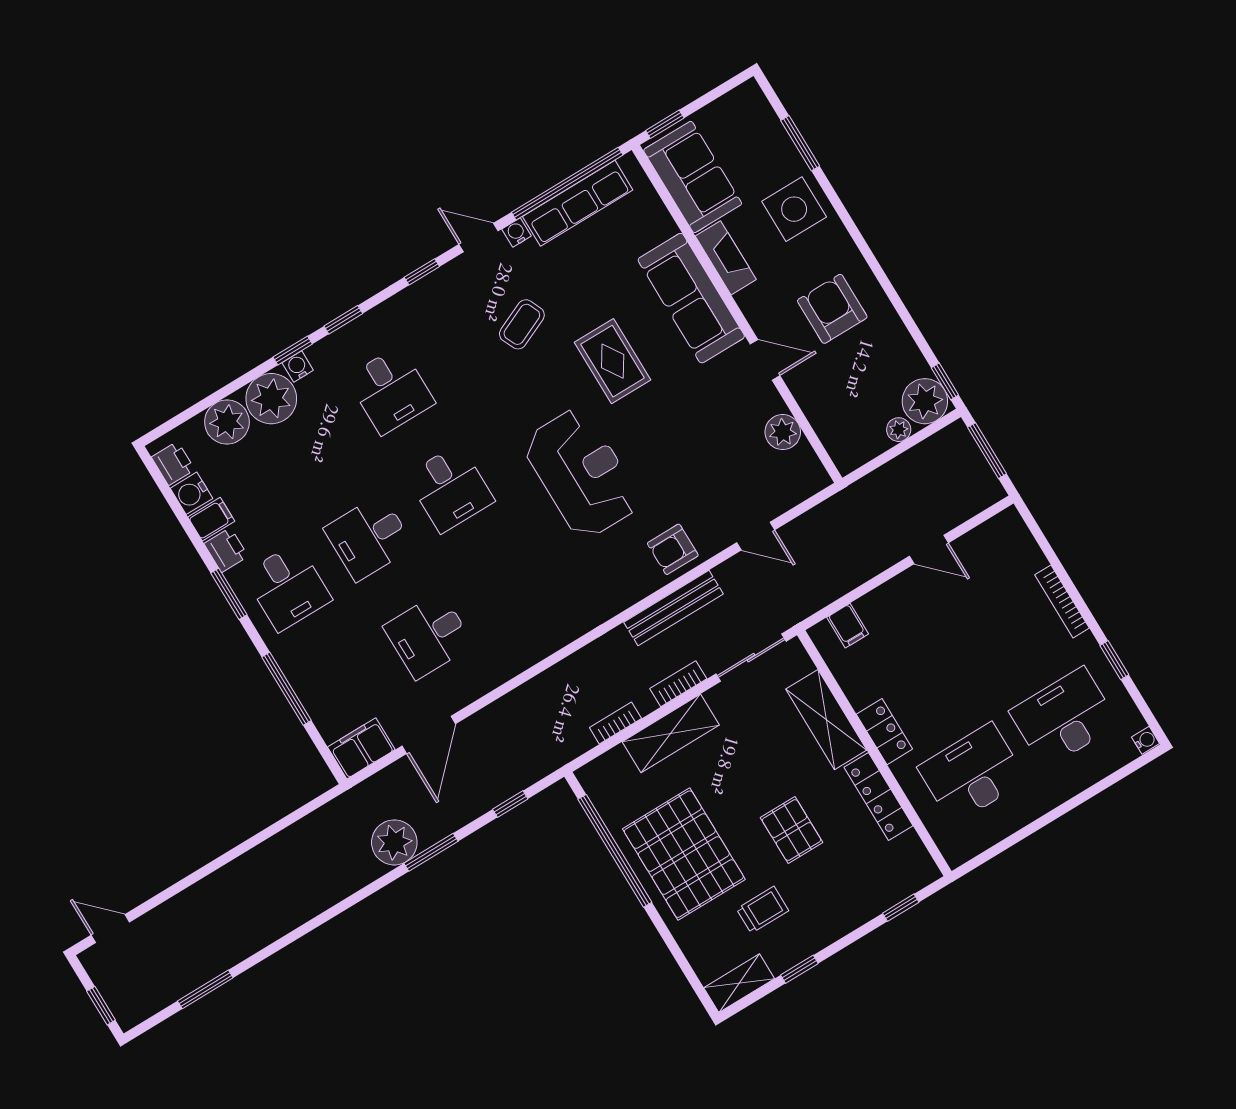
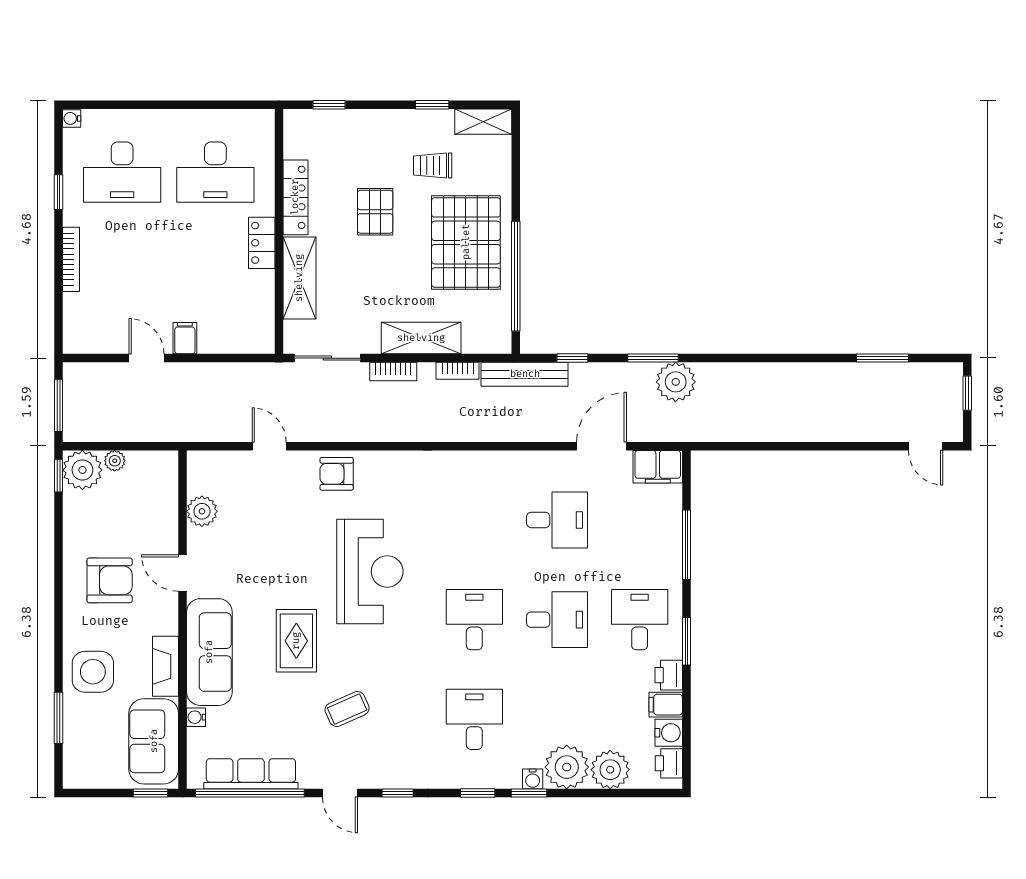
water cooler: (517, 233) -> (196, 717), moved, turned 90
armchair: (832, 309) -> (110, 580), turned -90
reception desk: (582, 473) -> (370, 572), turned 180
armchair: (673, 549) -> (337, 474), turned 180
bench: (673, 608) -> (525, 374), moved
filing cabinet: (848, 626) -> (185, 338), moved

